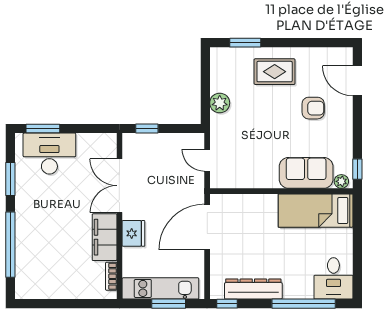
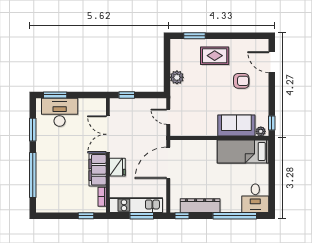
window: (88, 304) -> (86, 216), added

